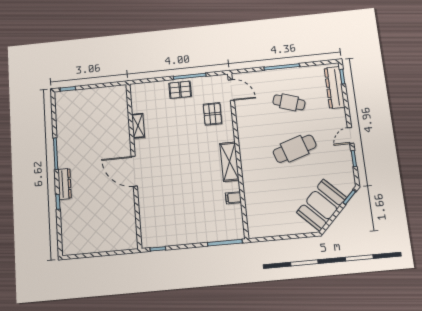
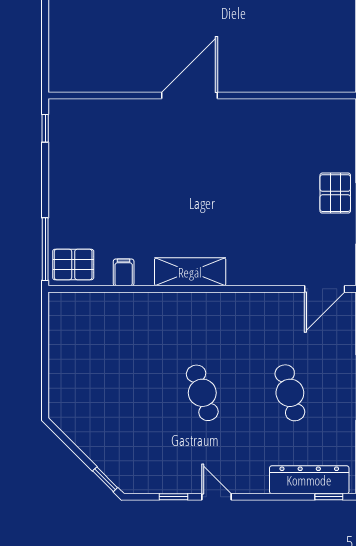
cafe table: (289, 102) -> (290, 393), turned -33
pallet: (212, 114) -> (73, 264), moved
shelving: (138, 126) -> (274, 109), removed
cafe table: (295, 149) -> (202, 393), width x0.73, depth x0.74
booth: (322, 205) -> (96, 428), removed

